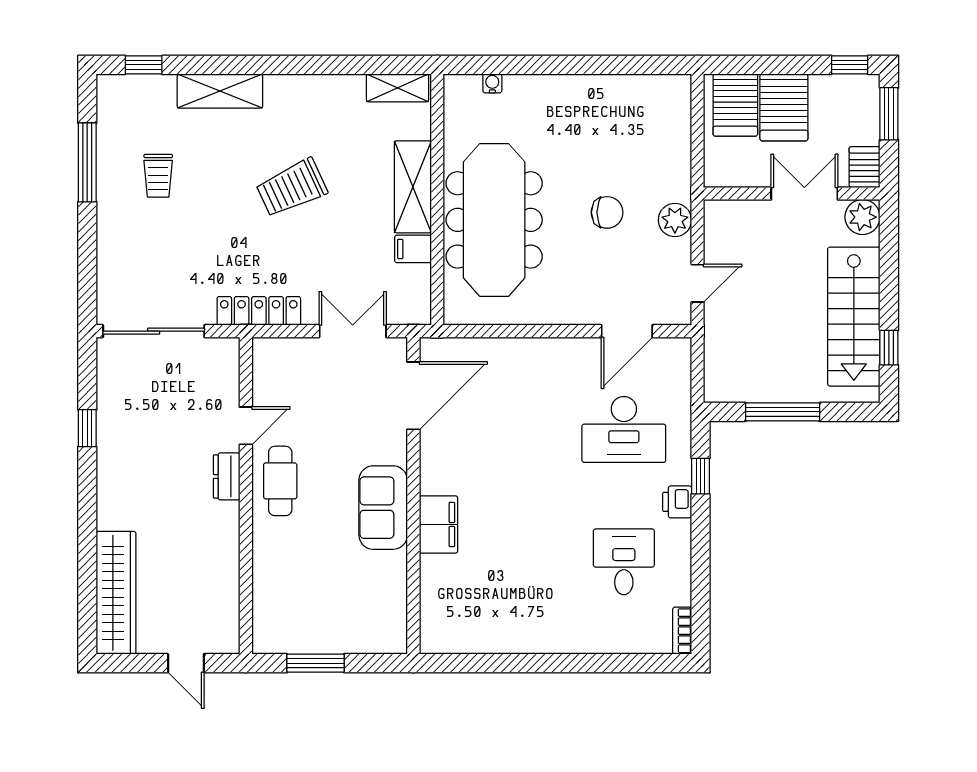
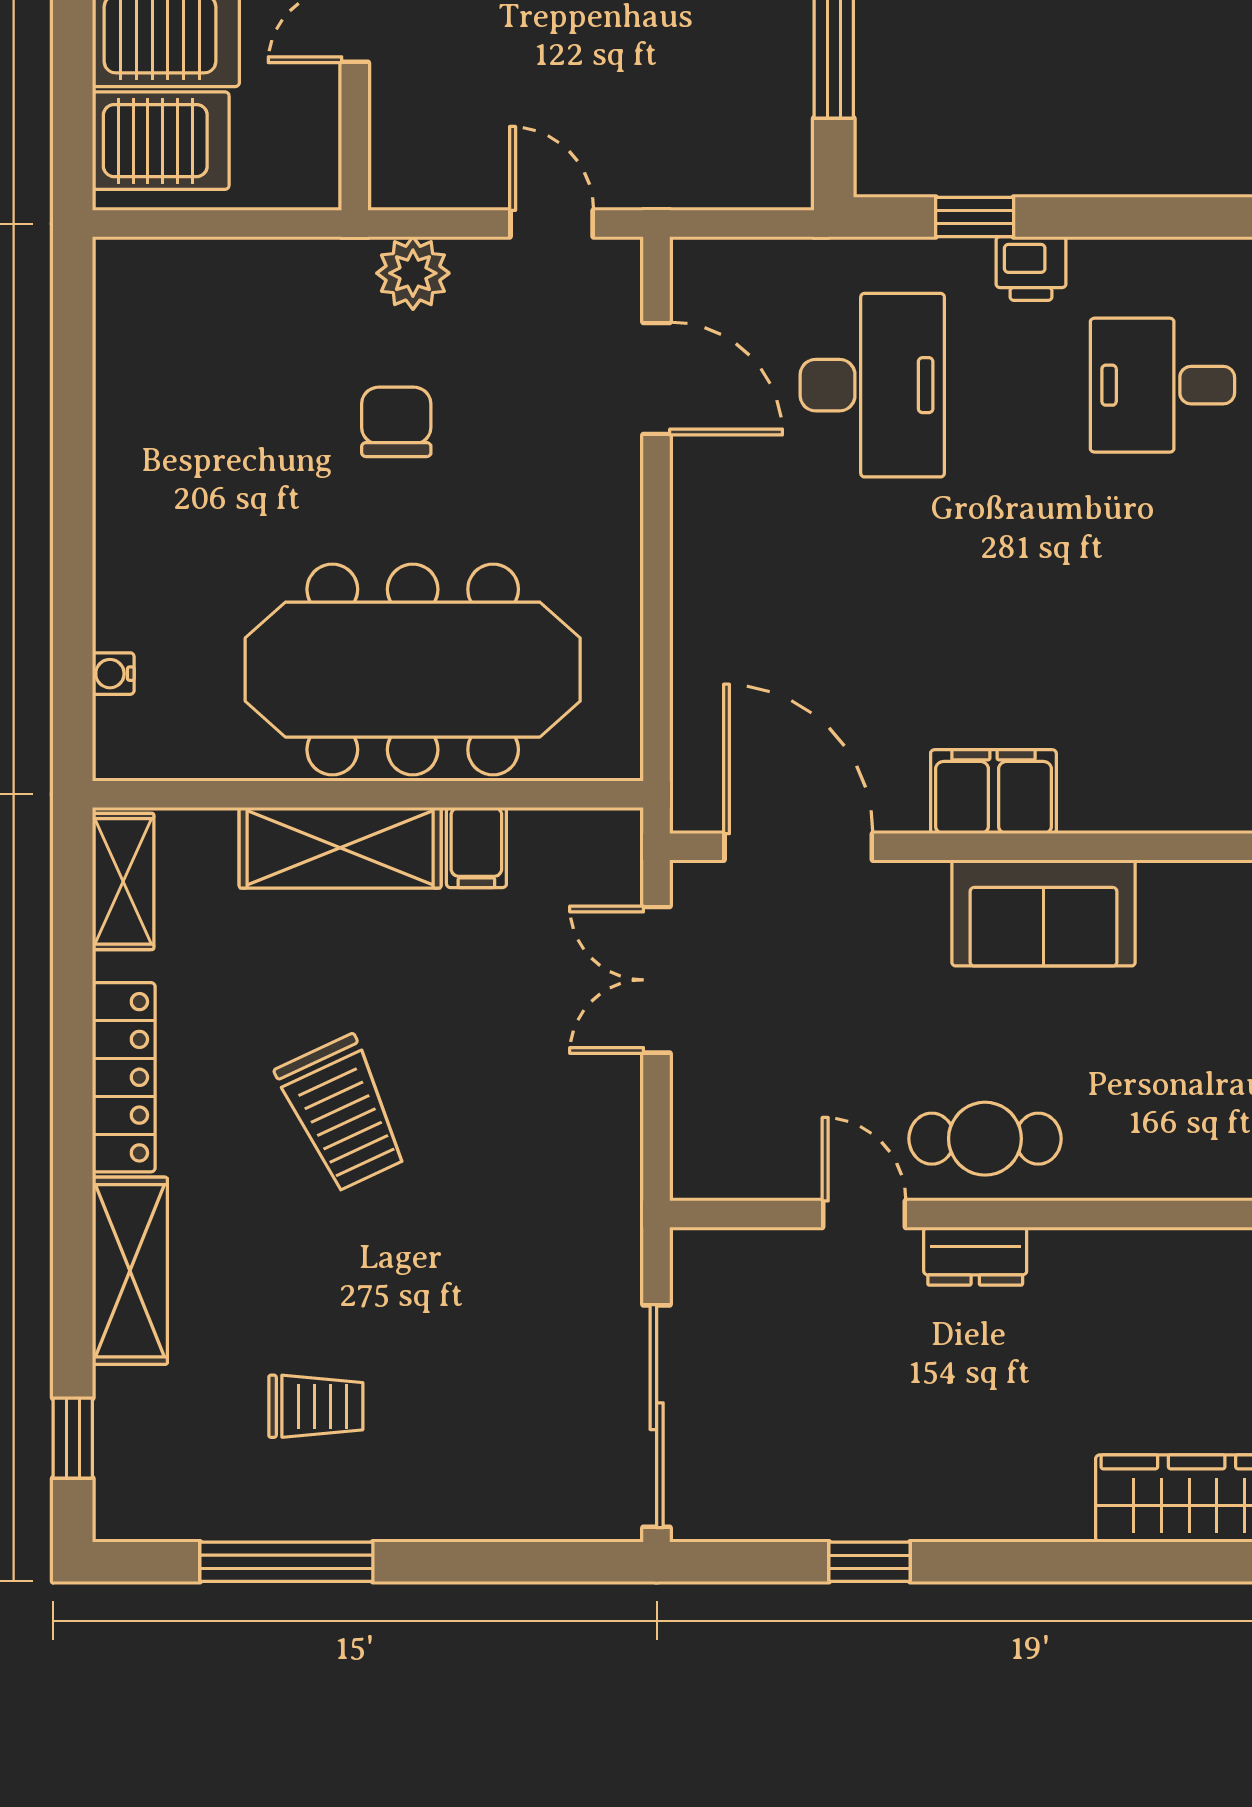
locker: (259, 311) -> (124, 1077), moved, turned 180
filing cabinet: (438, 525) -> (993, 792), moved

